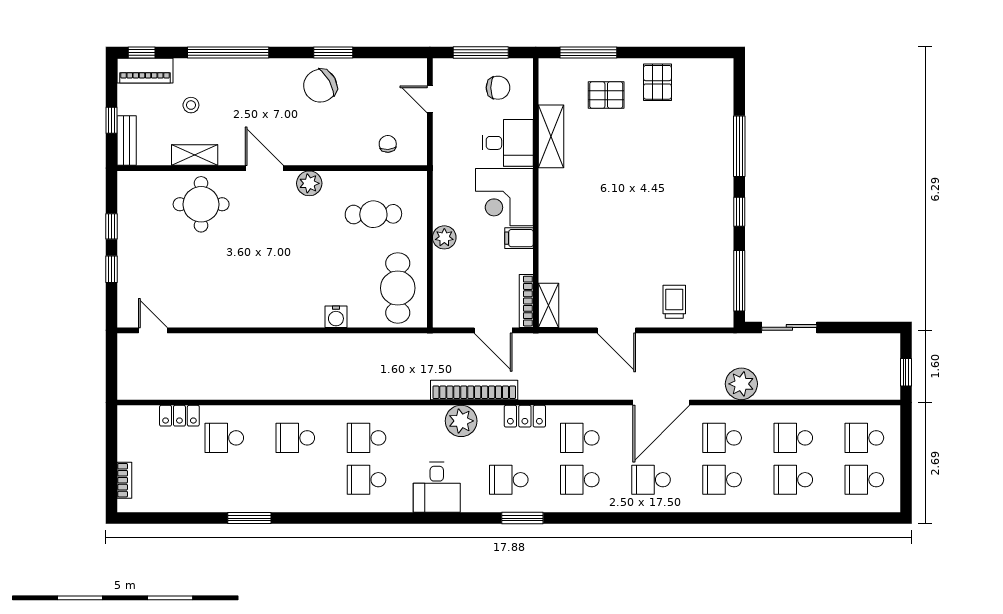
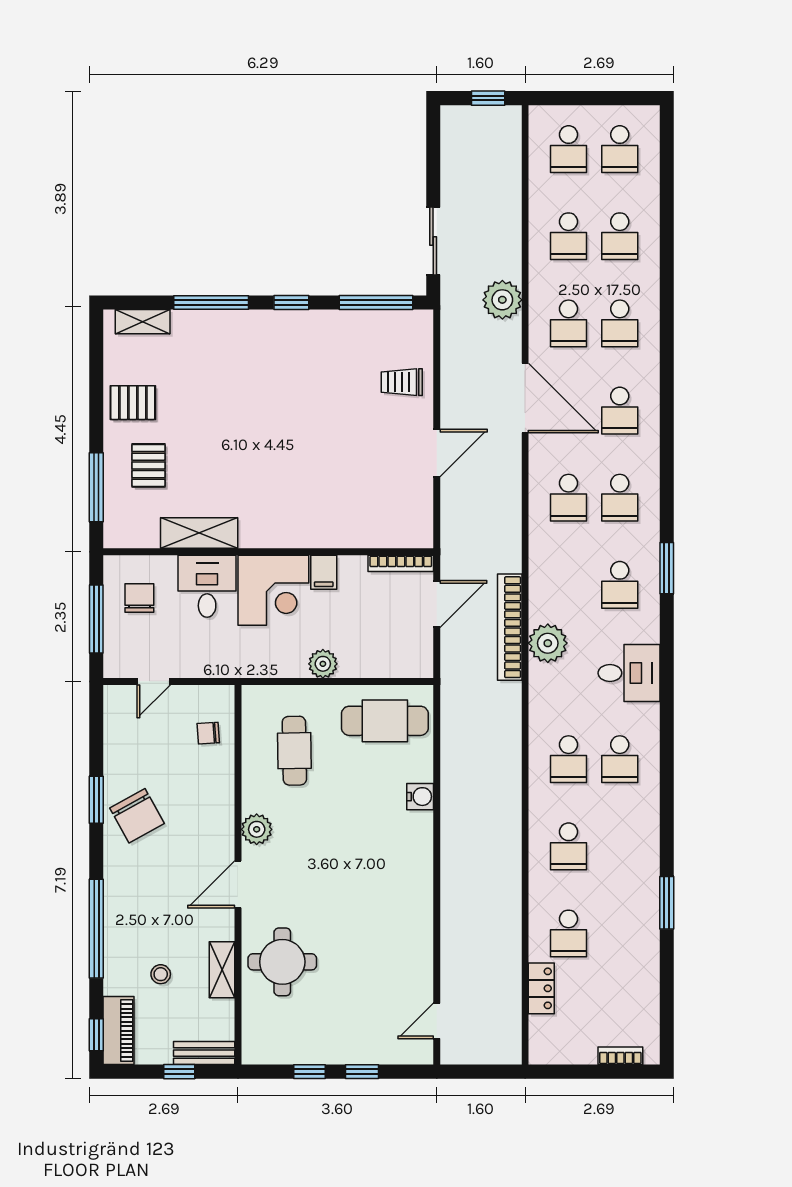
shelving: (548, 305) -> (143, 322), moved
locker: (525, 416) -> (542, 565), removed

